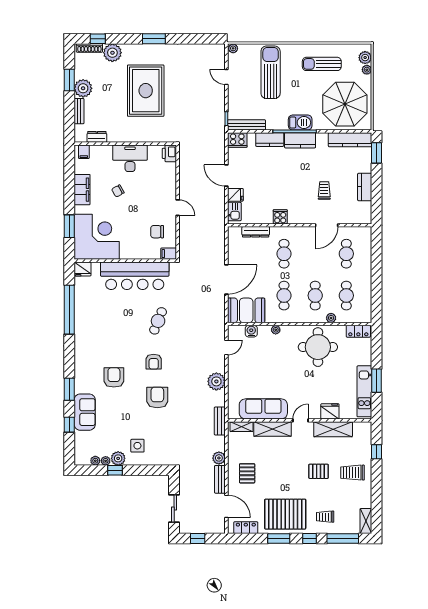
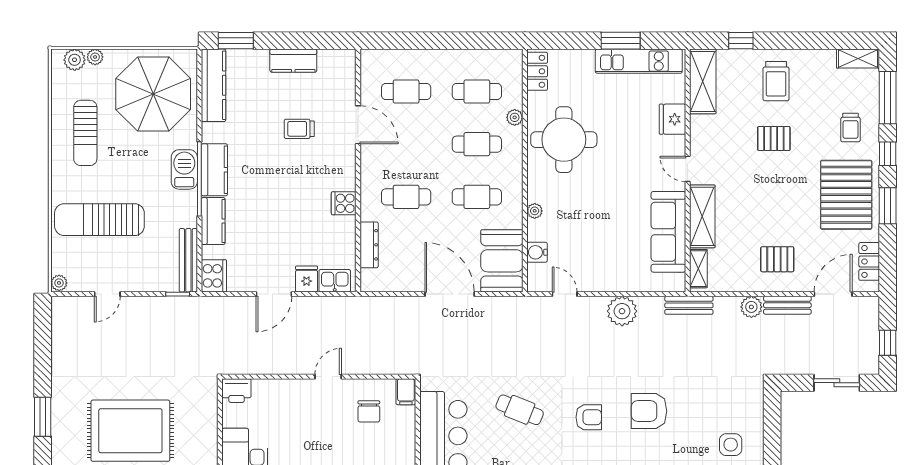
shelving: (333, 429) -> (703, 81), moved
pallet: (319, 471) -> (774, 139), turned 90

